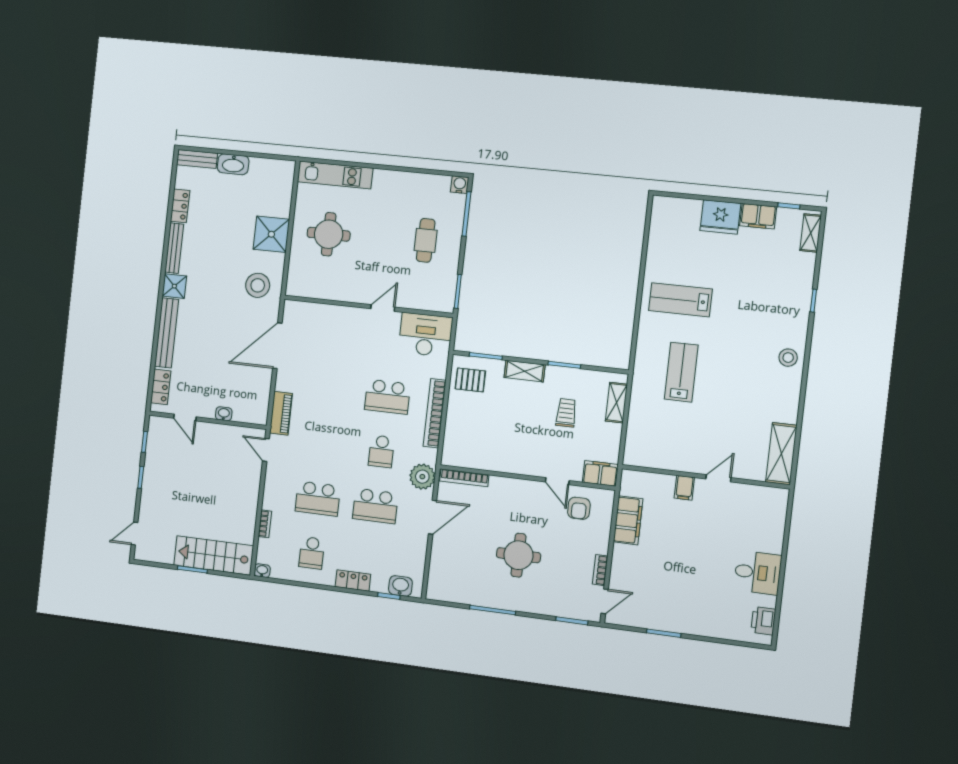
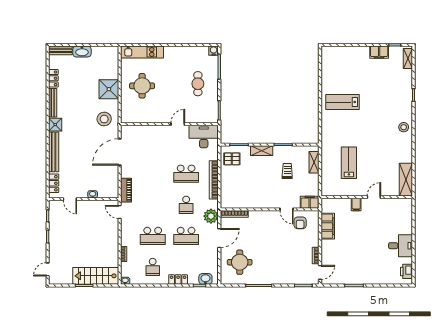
fridge: (720, 217) -> (359, 55), removed
lab bench: (681, 372) -> (349, 163), moved
round table: (519, 555) -> (240, 262), moved

